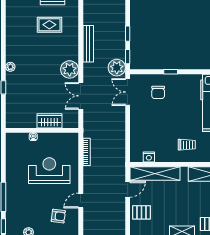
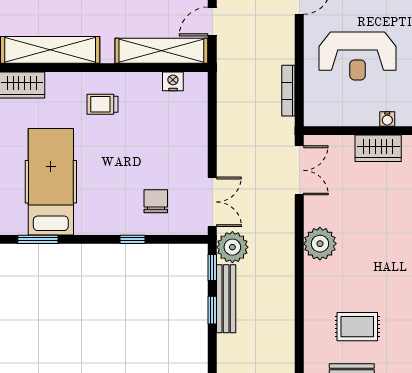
bench: (88, 44) -> (226, 299), moved
double door: (81, 96) -> (299, 170), moved
wardrobe: (49, 121) -> (378, 148), moved

